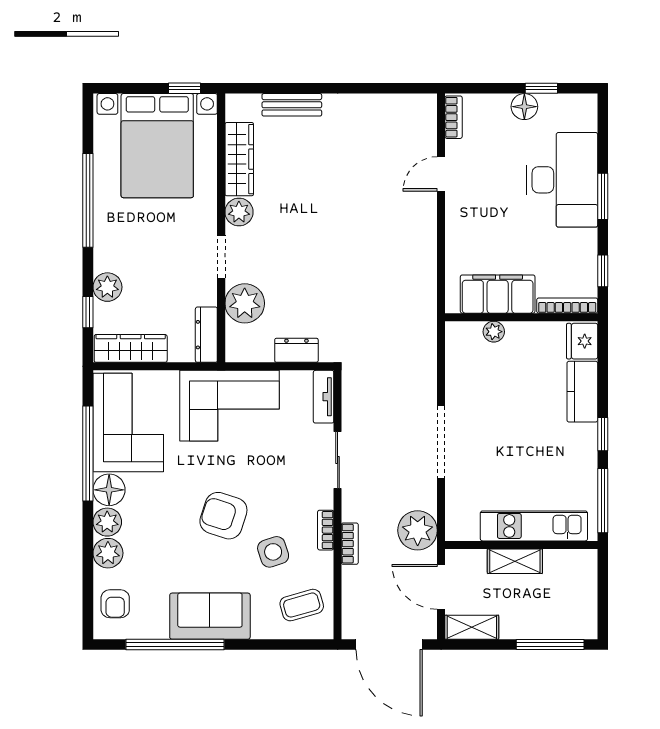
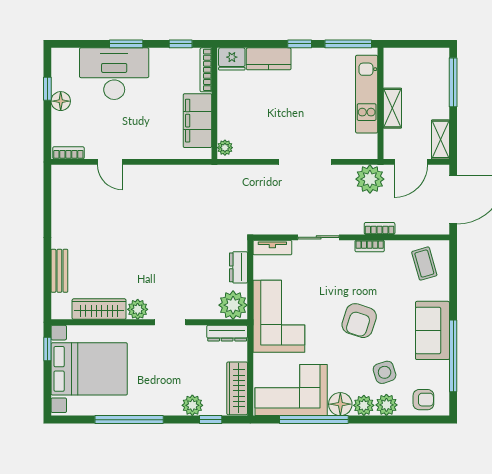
plant: (245, 303) -> (233, 305), moved
plant: (494, 332) -> (225, 148), moved
side table: (273, 552) -> (385, 372), moved

